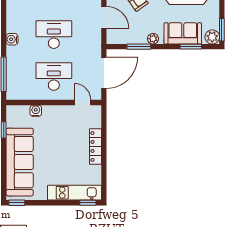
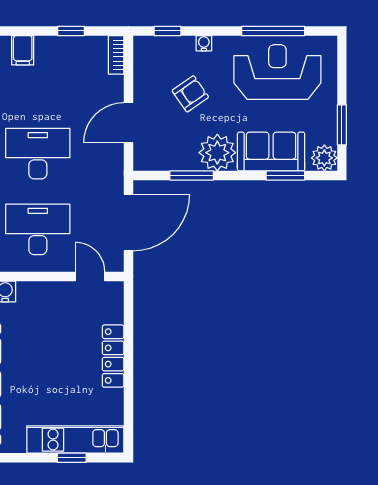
door: (104, 17) -> (128, 123), swing flipped
window: (222, 30) -> (342, 125), moved
plant: (153, 39) -> (217, 153), width x1.87, depth x1.87
window: (88, 203) -> (72, 458), moved

